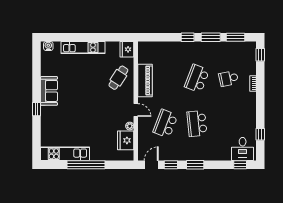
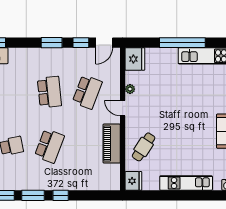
fridge: (126, 140) -> (135, 59), moved

